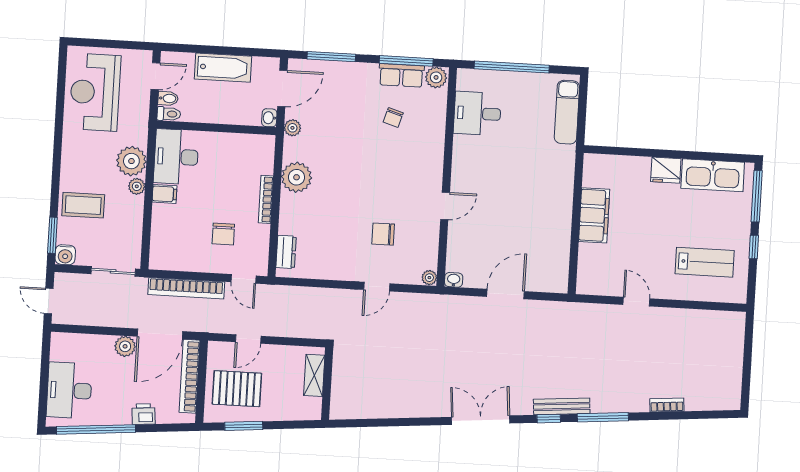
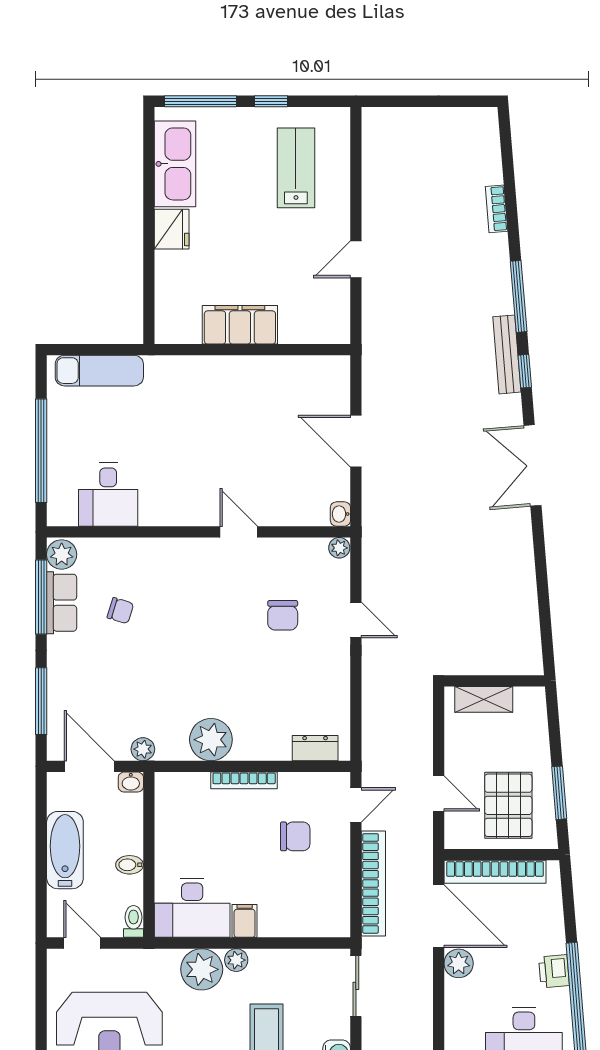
bidet: (168, 98) -> (130, 865), moved, turned -90
printer: (143, 414) -> (554, 971), moved

